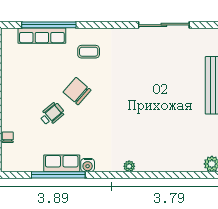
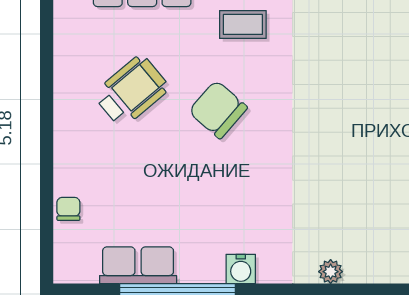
wheelchair: (52, 114) -> (131, 91), moved, width x1.36, depth x1.37
row of seats: (62, 163) -> (138, 265), moved

